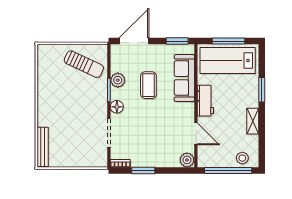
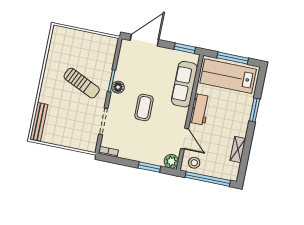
sun lounger: (84, 64) -> (82, 83), moved
plant: (118, 80) -> (122, 73), removed
coffee table: (148, 85) -> (144, 107), moved
floor lamp: (117, 107) -> (118, 87), moved
shelving: (253, 121) -> (238, 149), moved
stool: (242, 158) -> (194, 163), moved
window: (143, 170) -> (149, 167), moved

